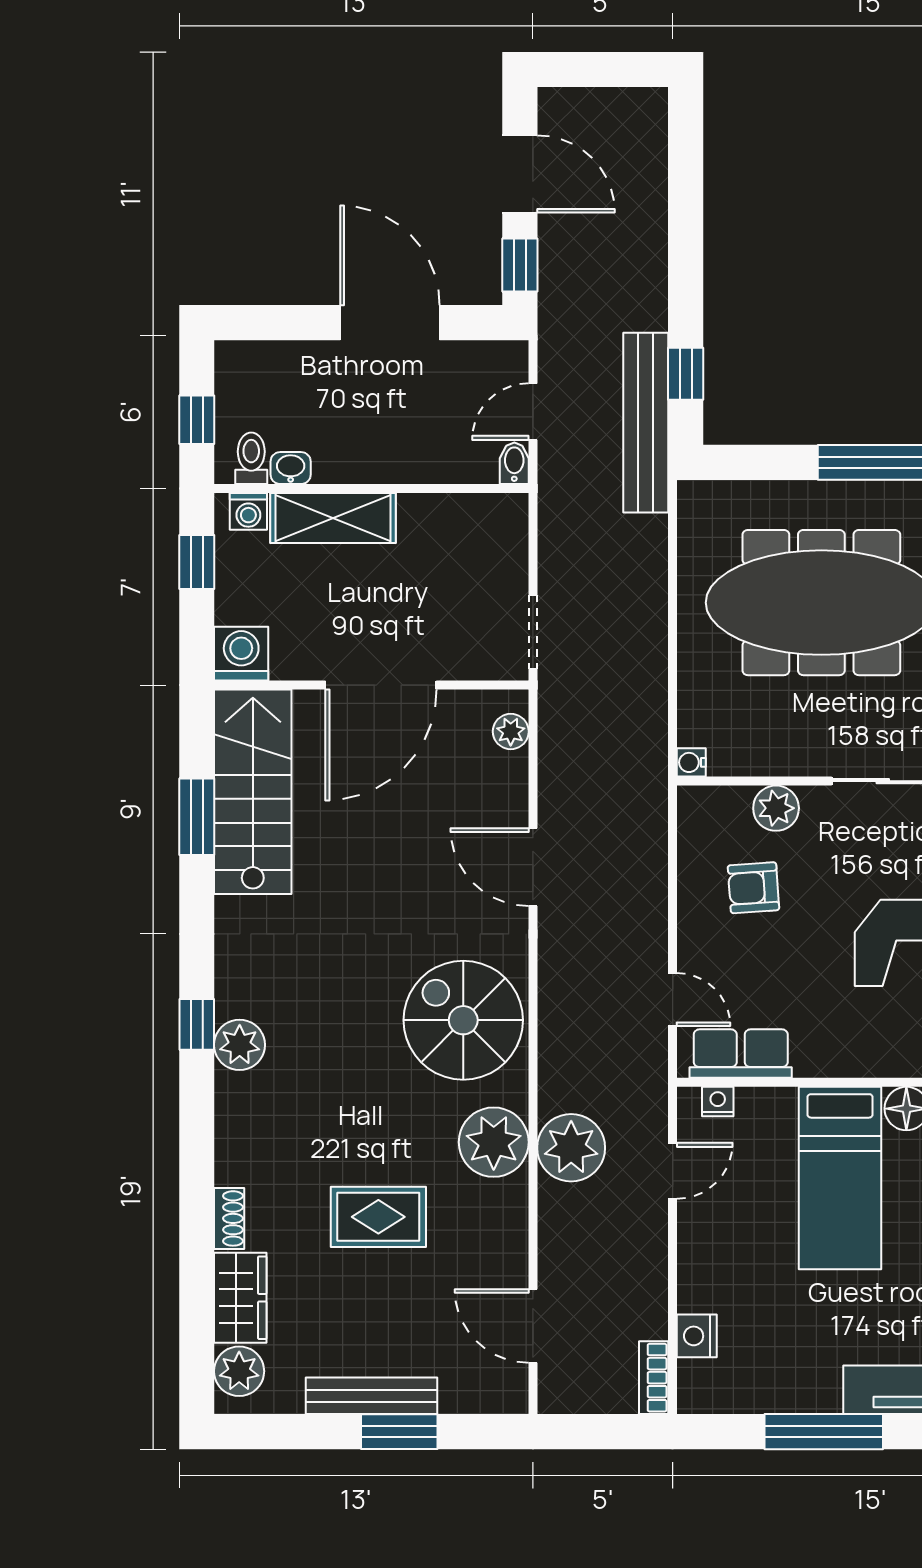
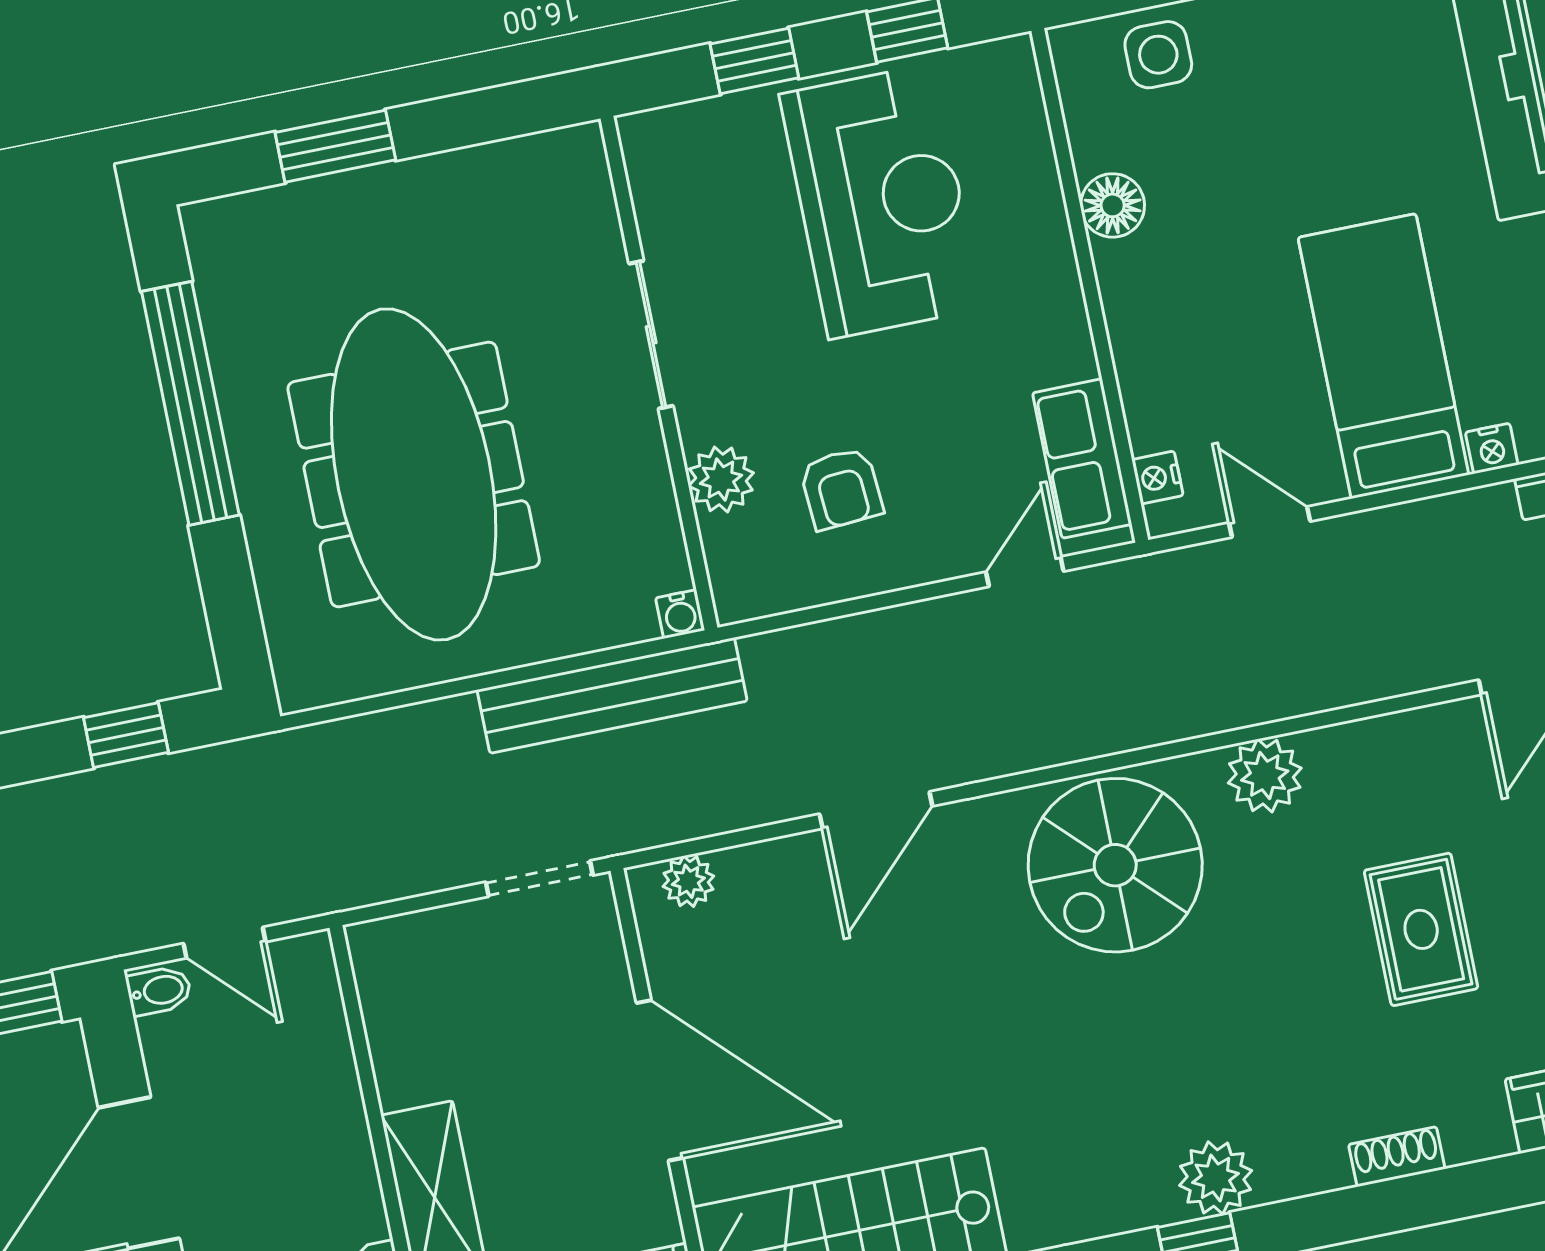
bench: (646, 423) -> (612, 695), moved
bidet: (514, 463) -> (159, 991), moved, turned 180
plant: (494, 1142) -> (1265, 776), width x0.73, depth x0.73
plant: (571, 1148) -> (1266, 674), removed
bed: (840, 1178) -> (1383, 356), moved, turned -90
shoe rack: (229, 1218) -> (1397, 1157), moved
nightstand: (697, 1336) -> (1492, 448), width x0.72, depth x0.74

